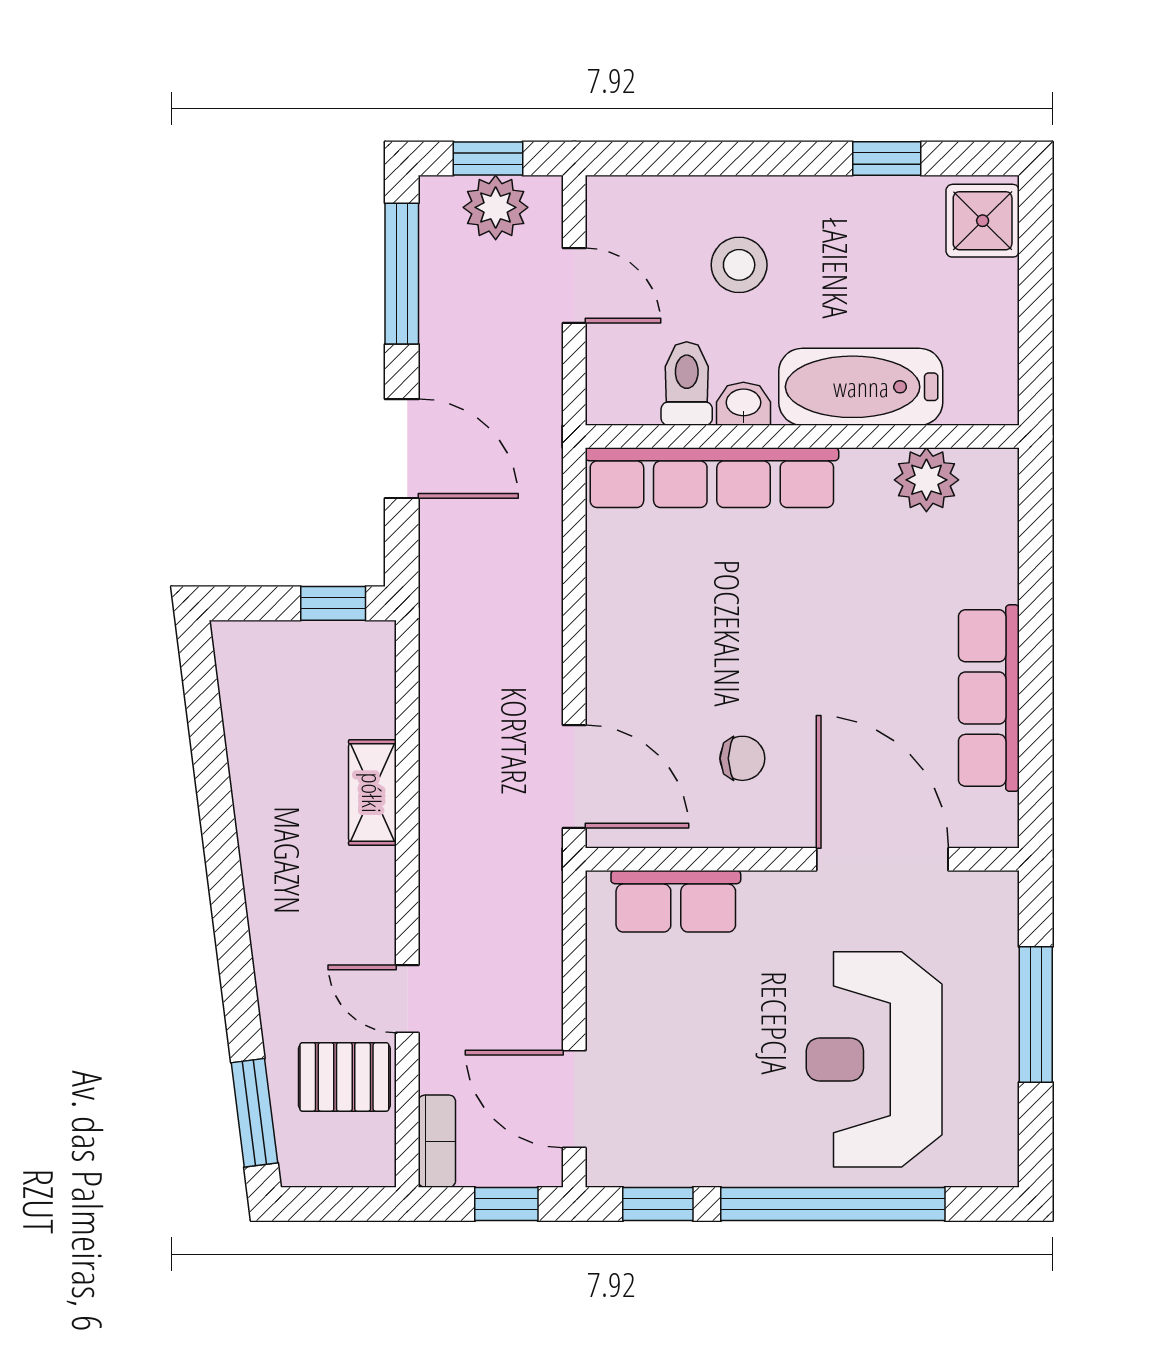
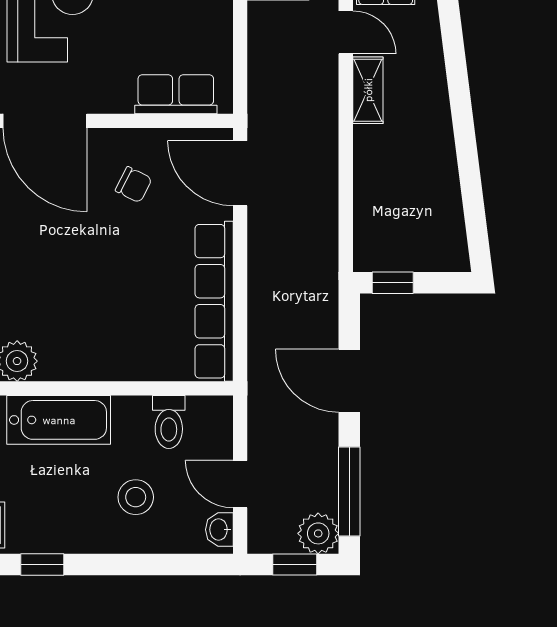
plant: (496, 207) -> (318, 533), moved
washbasin: (743, 404) -> (219, 530), moved, turned 90
row of seats: (712, 478) -> (214, 301), moved, turned -90
chair: (742, 758) -> (134, 185), turned -153
shelving: (372, 793) -> (368, 90), moved

